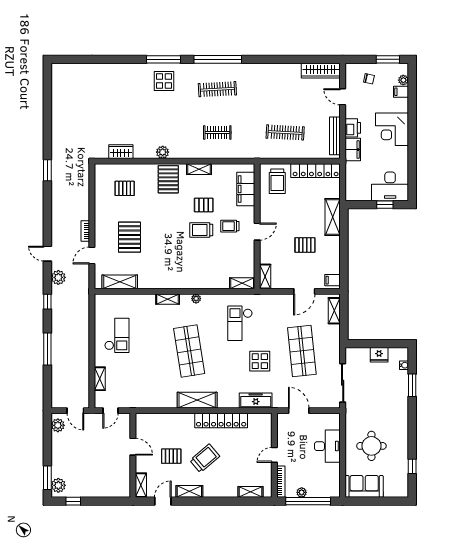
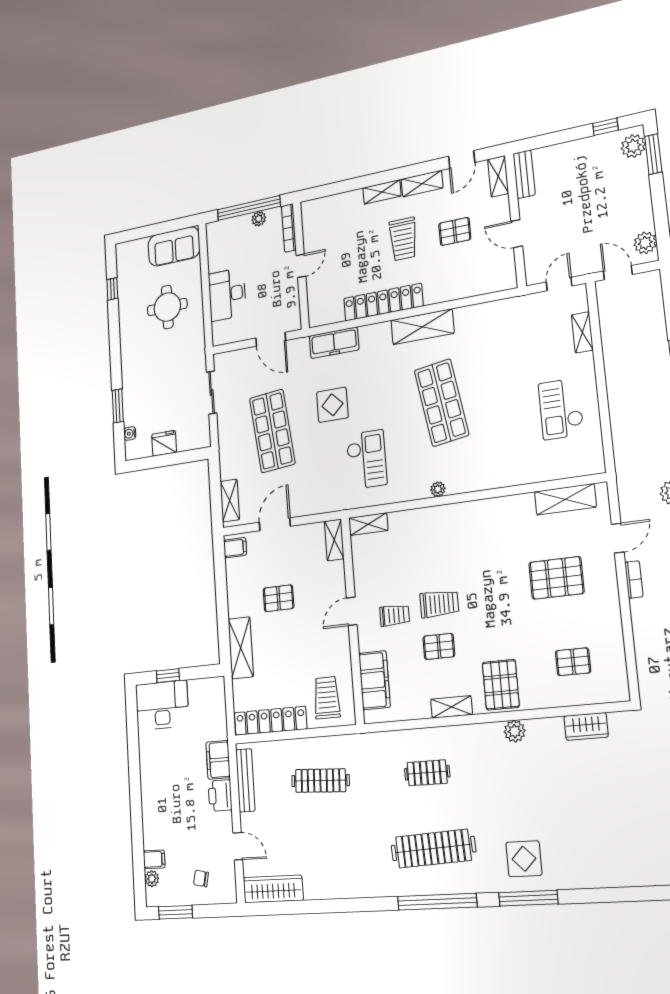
clothes rail: (217, 89) -> (433, 849), width x1.37, depth x1.31
corner desk: (392, 129) -> (164, 797), removed
pallet: (129, 237) -> (556, 578), turned 90
shelving: (168, 299) -> (483, 482), removed
sliding door: (343, 383) -> (212, 393), width x0.73
trolley: (205, 458) -> (403, 239), turned -50
bench: (125, 483) -> (524, 174), added
shelving: (251, 492) -> (382, 192), moved

